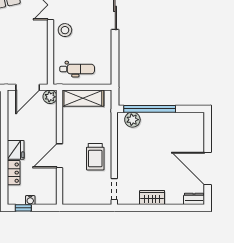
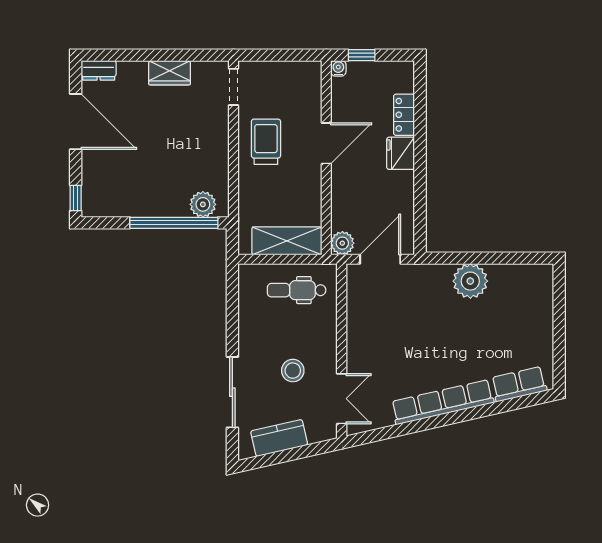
stool: (65, 30) -> (293, 371), moved
window: (208, 124) -> (76, 198), added
water cooler: (30, 200) -> (338, 68), moved
window: (23, 208) -> (362, 55), moved

